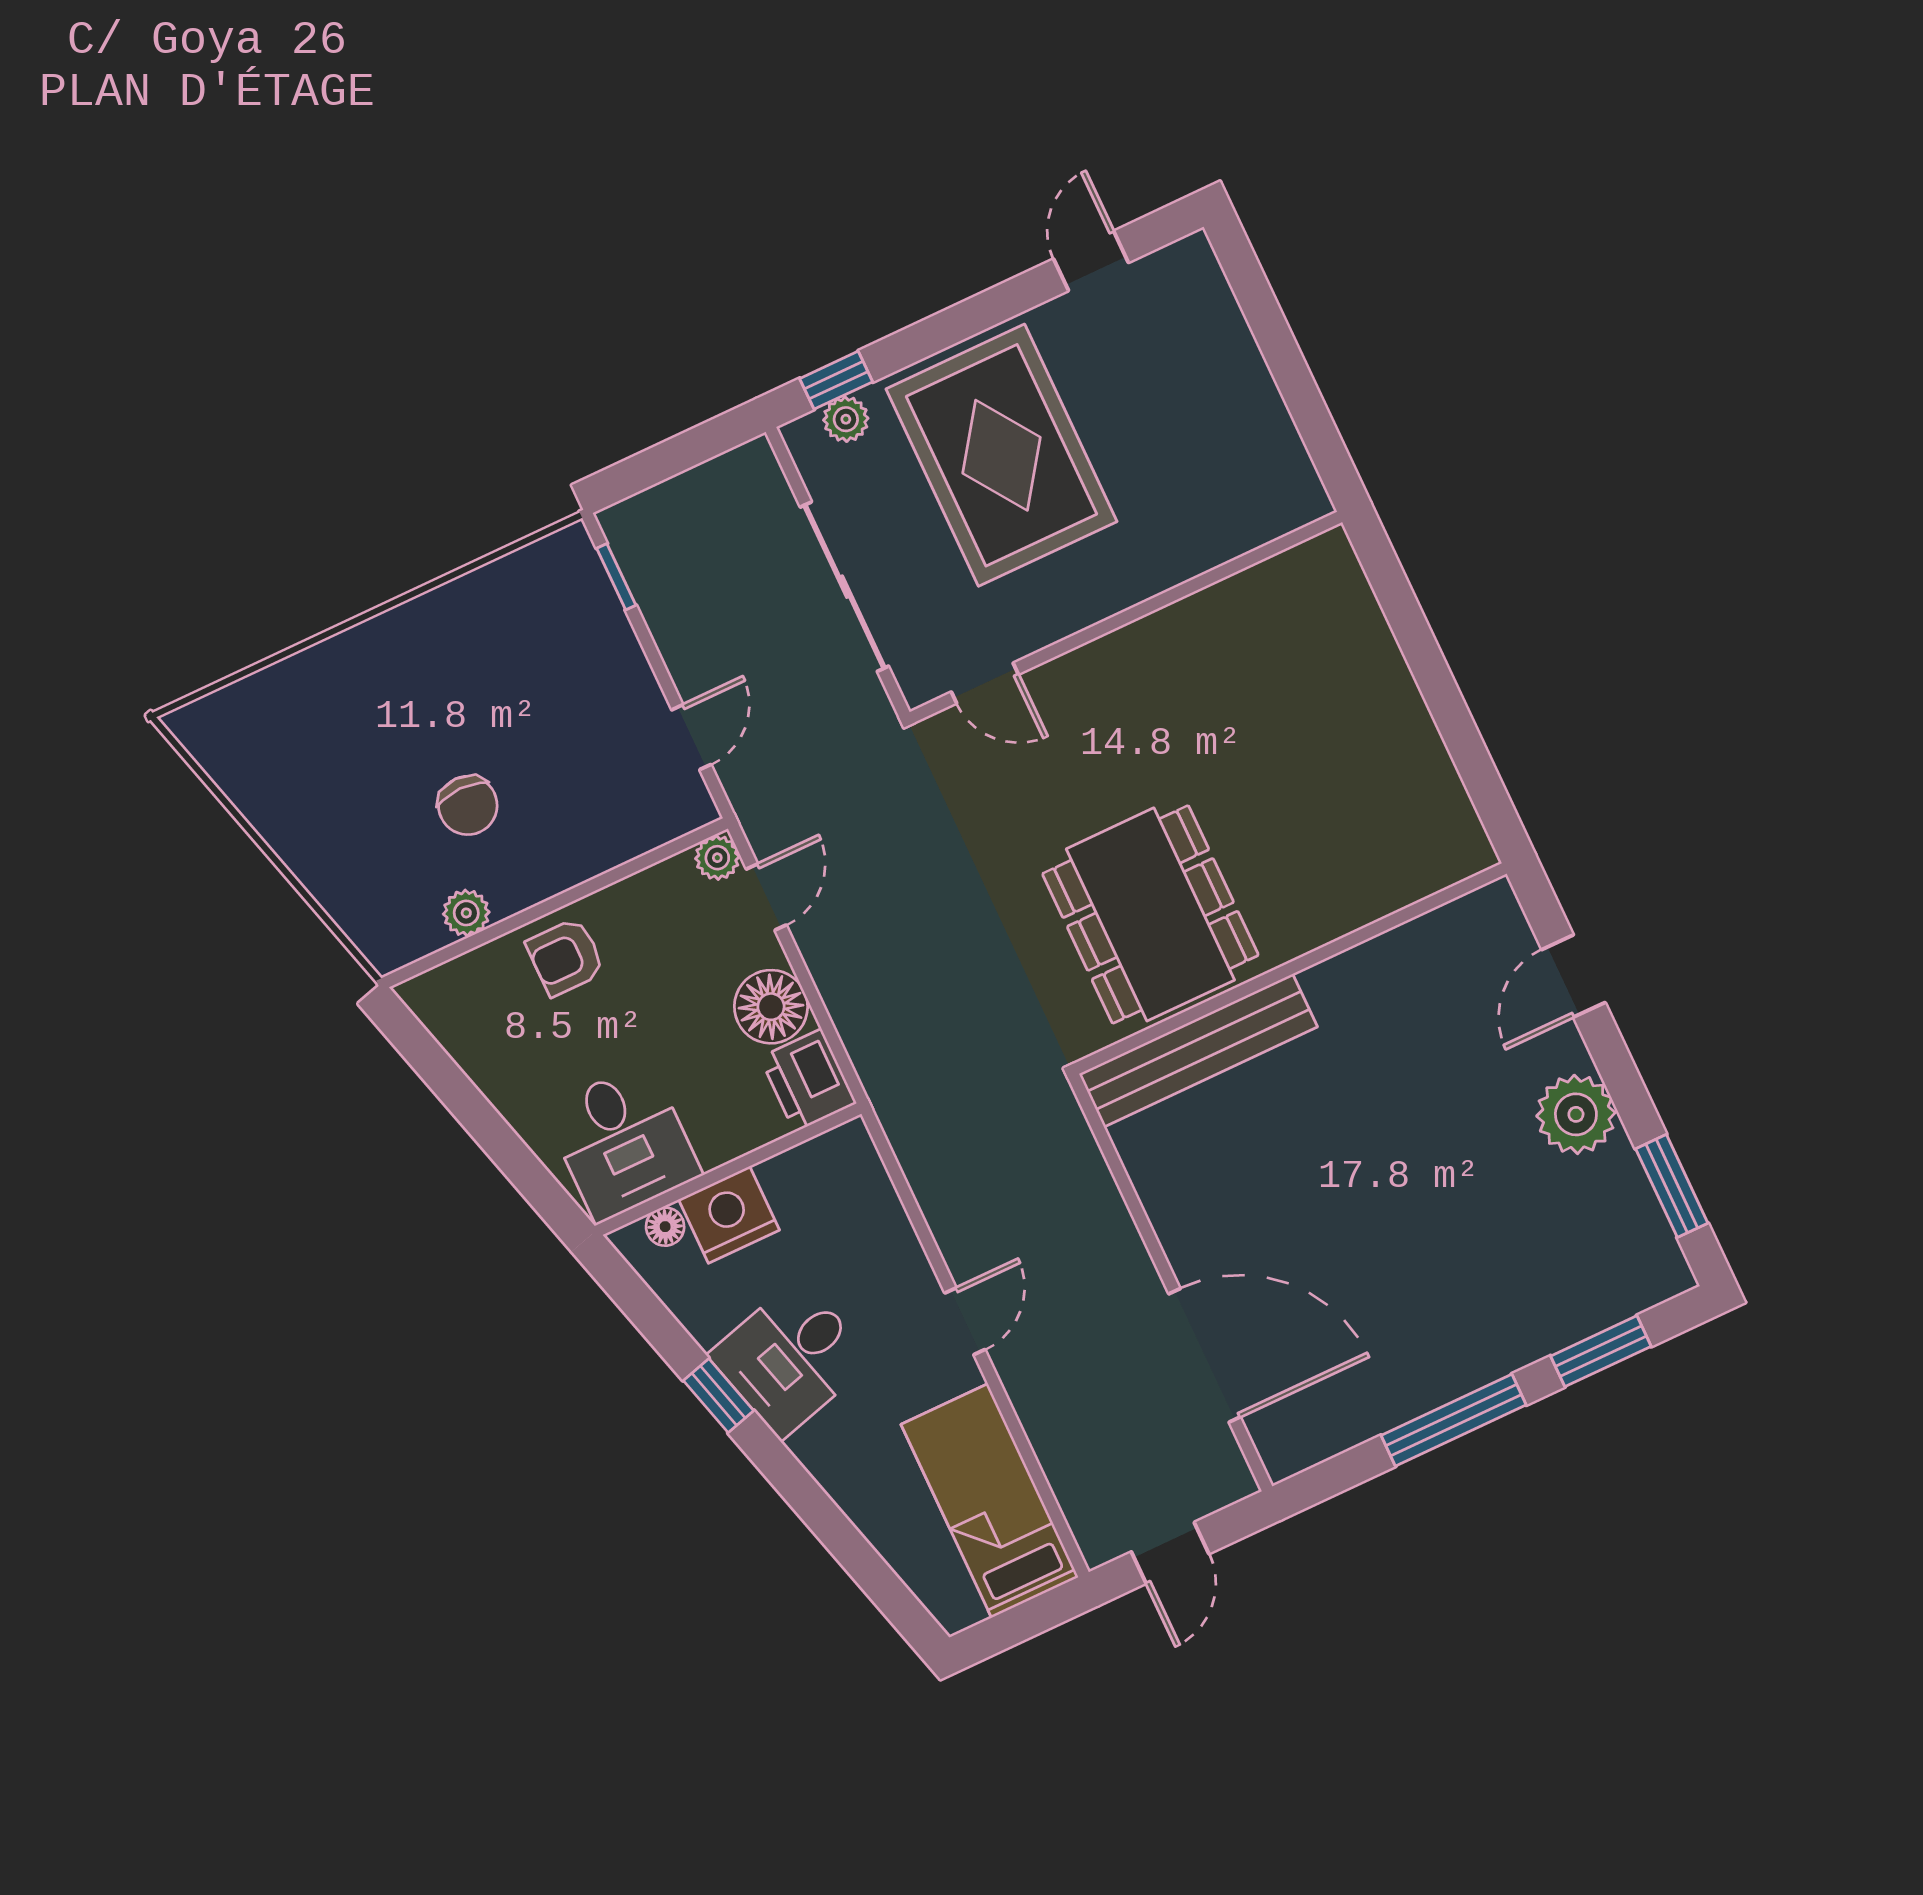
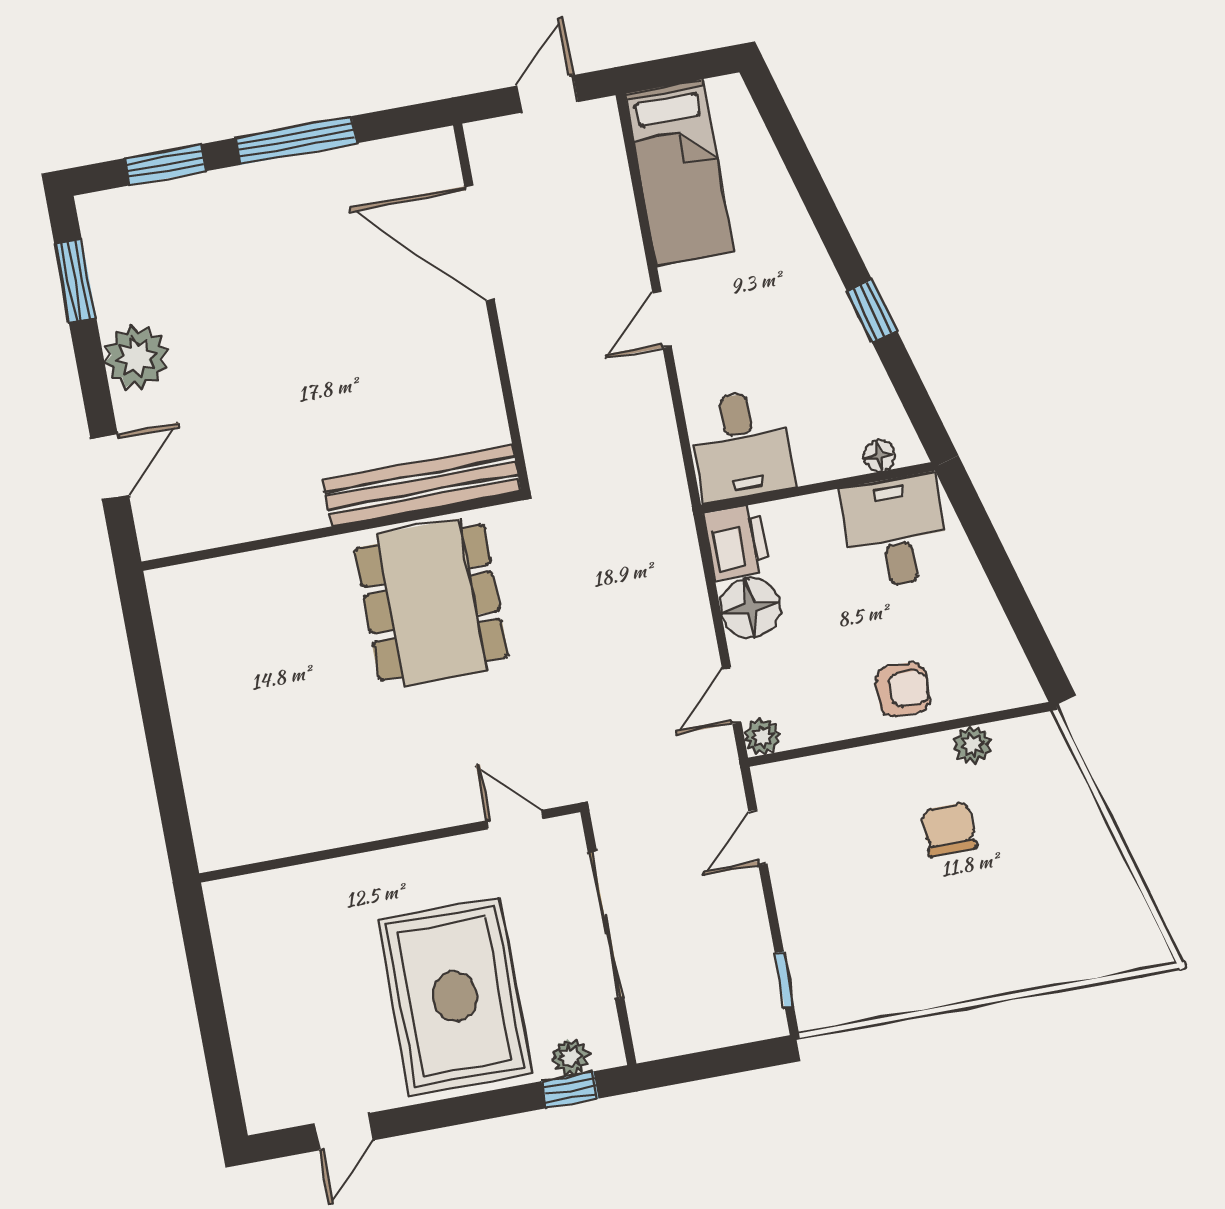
nightstand: (729, 1215) -> (827, 452), removed
desk: (790, 1358) -> (741, 446), moved, turned 106

